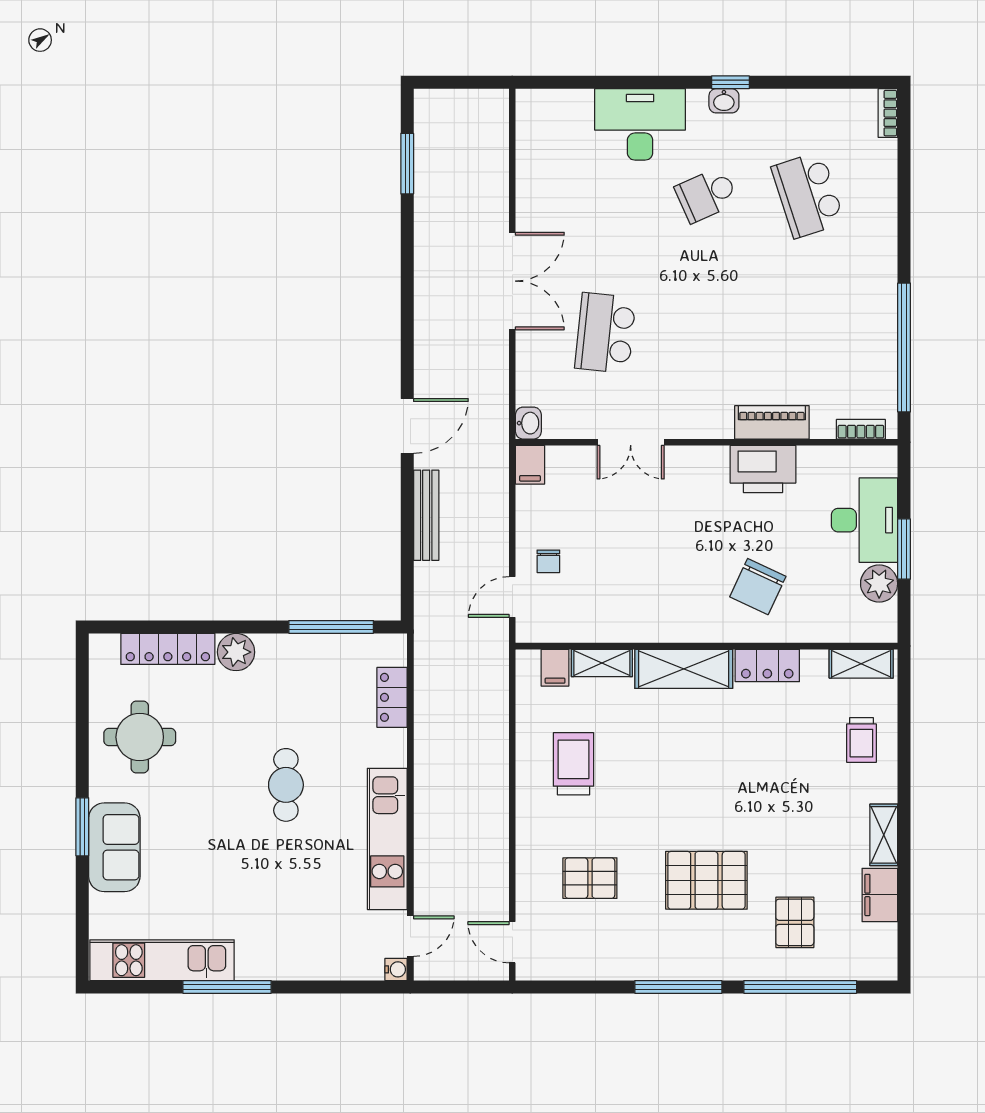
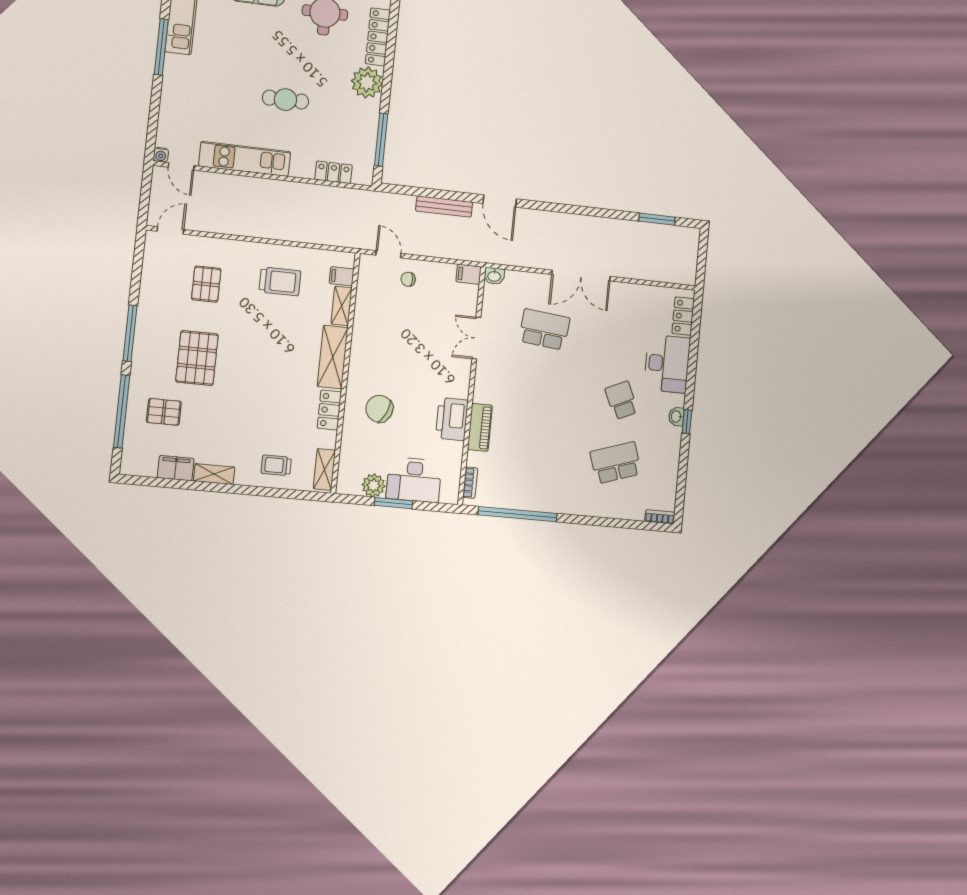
locker: (560, 105) -> (683, 316), added
plant: (236, 652) -> (367, 82), width x1.36, depth x1.36

